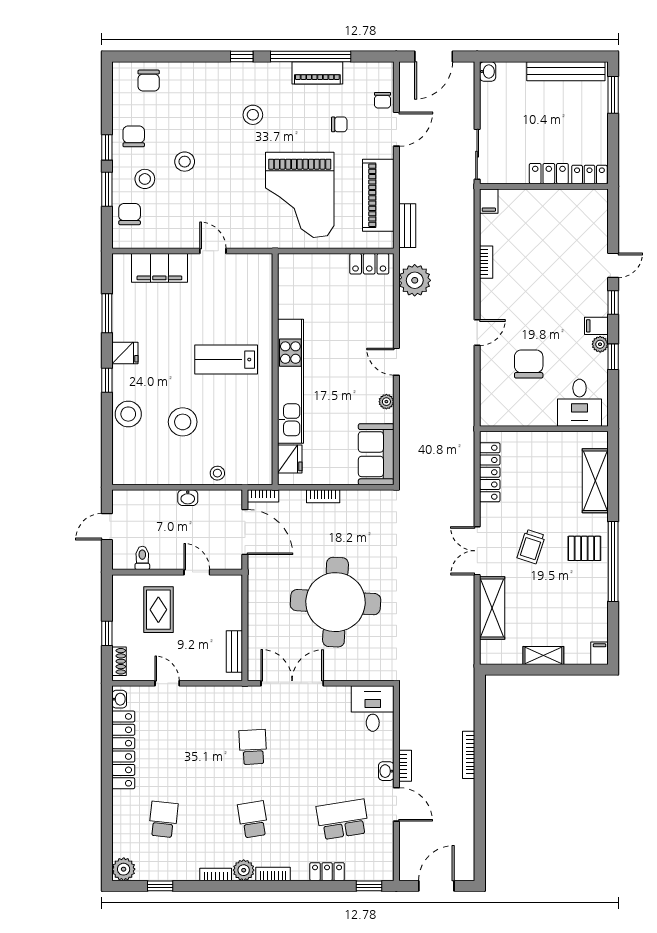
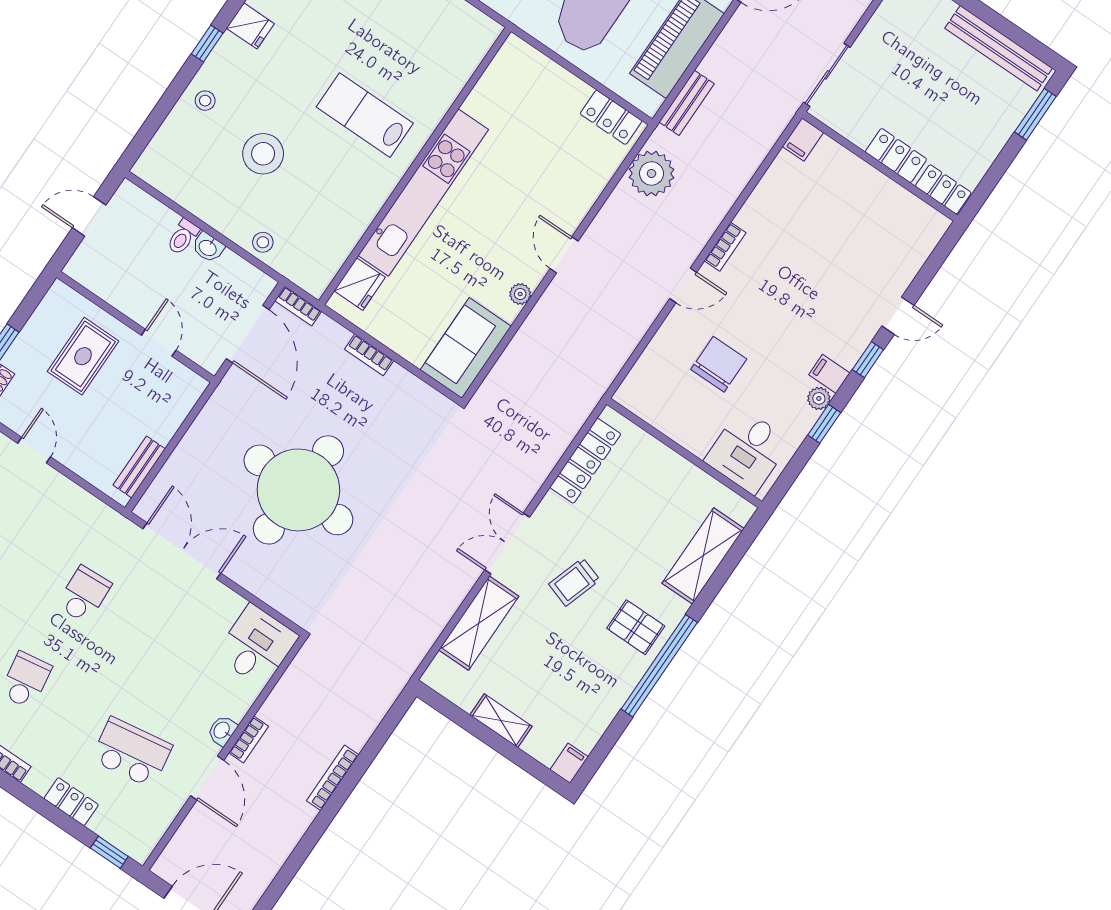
bookcase: (486, 262) -> (725, 247), moved
stool: (128, 414) -> (205, 101), width x0.53, depth x0.53
toilet: (142, 558) -> (183, 237), moved, turned 180

